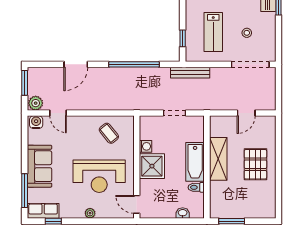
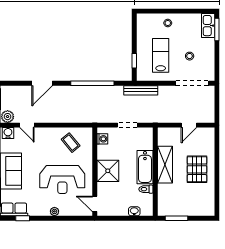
lab bench: (213, 32) -> (161, 55), turned 180
washing machine: (146, 146) -> (102, 139), moved

